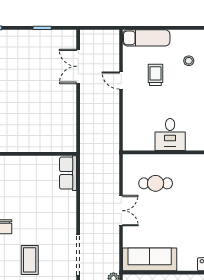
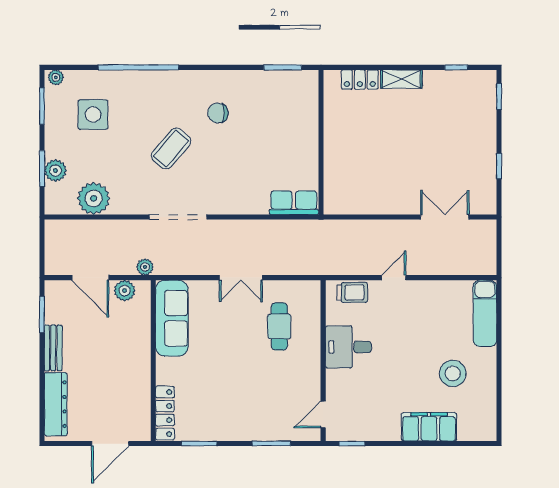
stool: (189, 61) -> (453, 373), width x1.89, depth x1.89
trolley: (155, 75) -> (352, 292), moved
door: (121, 81) -> (394, 278), moved
coffee table: (30, 260) -> (171, 149), turned -49

